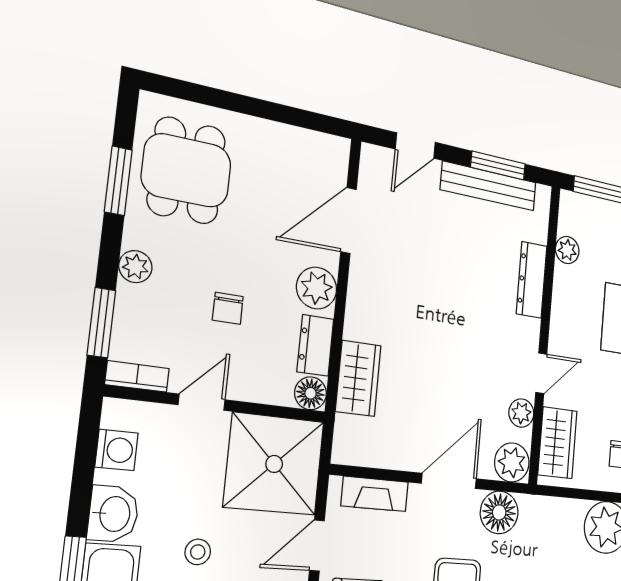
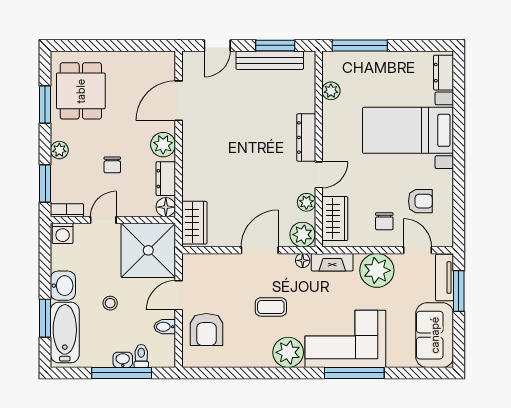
dresser: (532, 280) -> (306, 137), moved
wardrobe: (358, 378) -> (194, 223), moved
washing machine: (117, 450) -> (63, 233), moved, turned 90
fireplace: (375, 494) -> (332, 262), moved
floor lamp: (499, 512) -> (303, 260), width x0.53, depth x0.53

